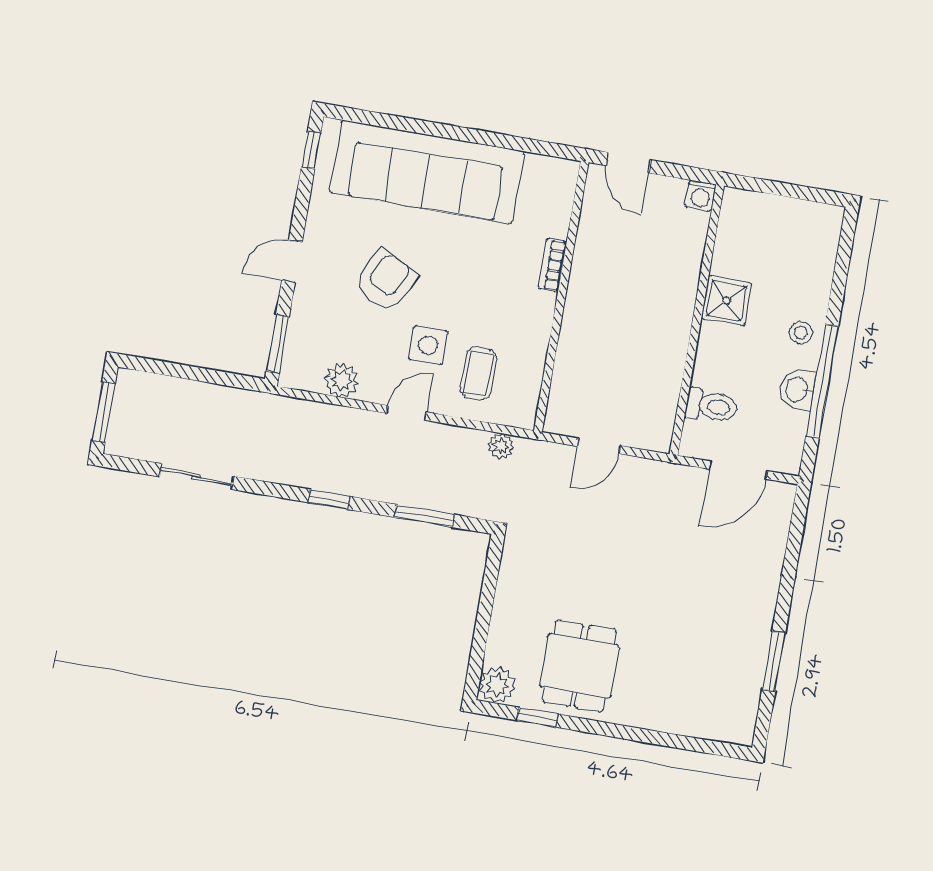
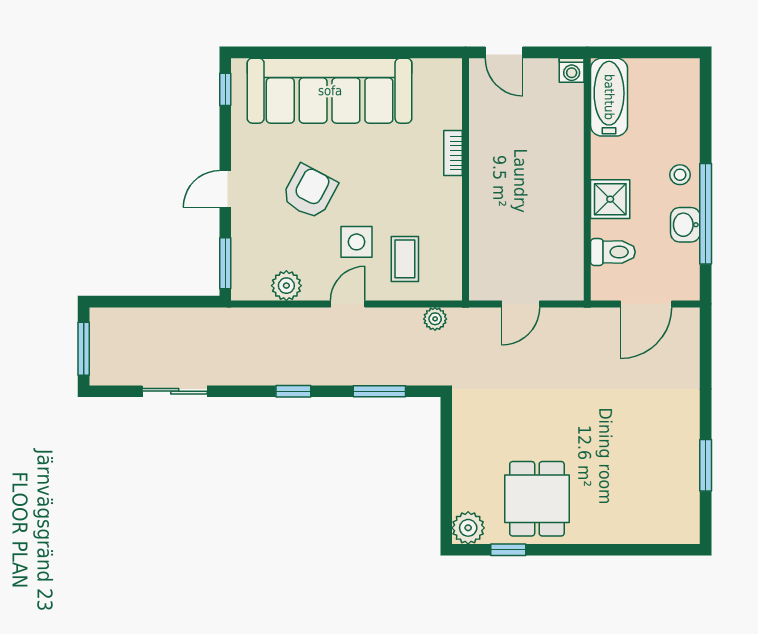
bathtub: (737, 233) -> (609, 97), added
shower: (726, 301) -> (610, 199), moved

